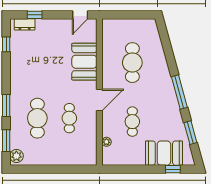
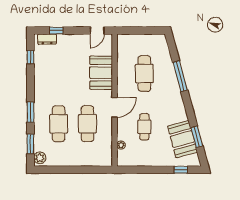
window: (179, 92) -> (180, 76), moved
cafe table: (69, 118) -> (87, 124), width x1.37, depth x1.35
booth: (164, 153) -> (182, 139), moved, turned 75

